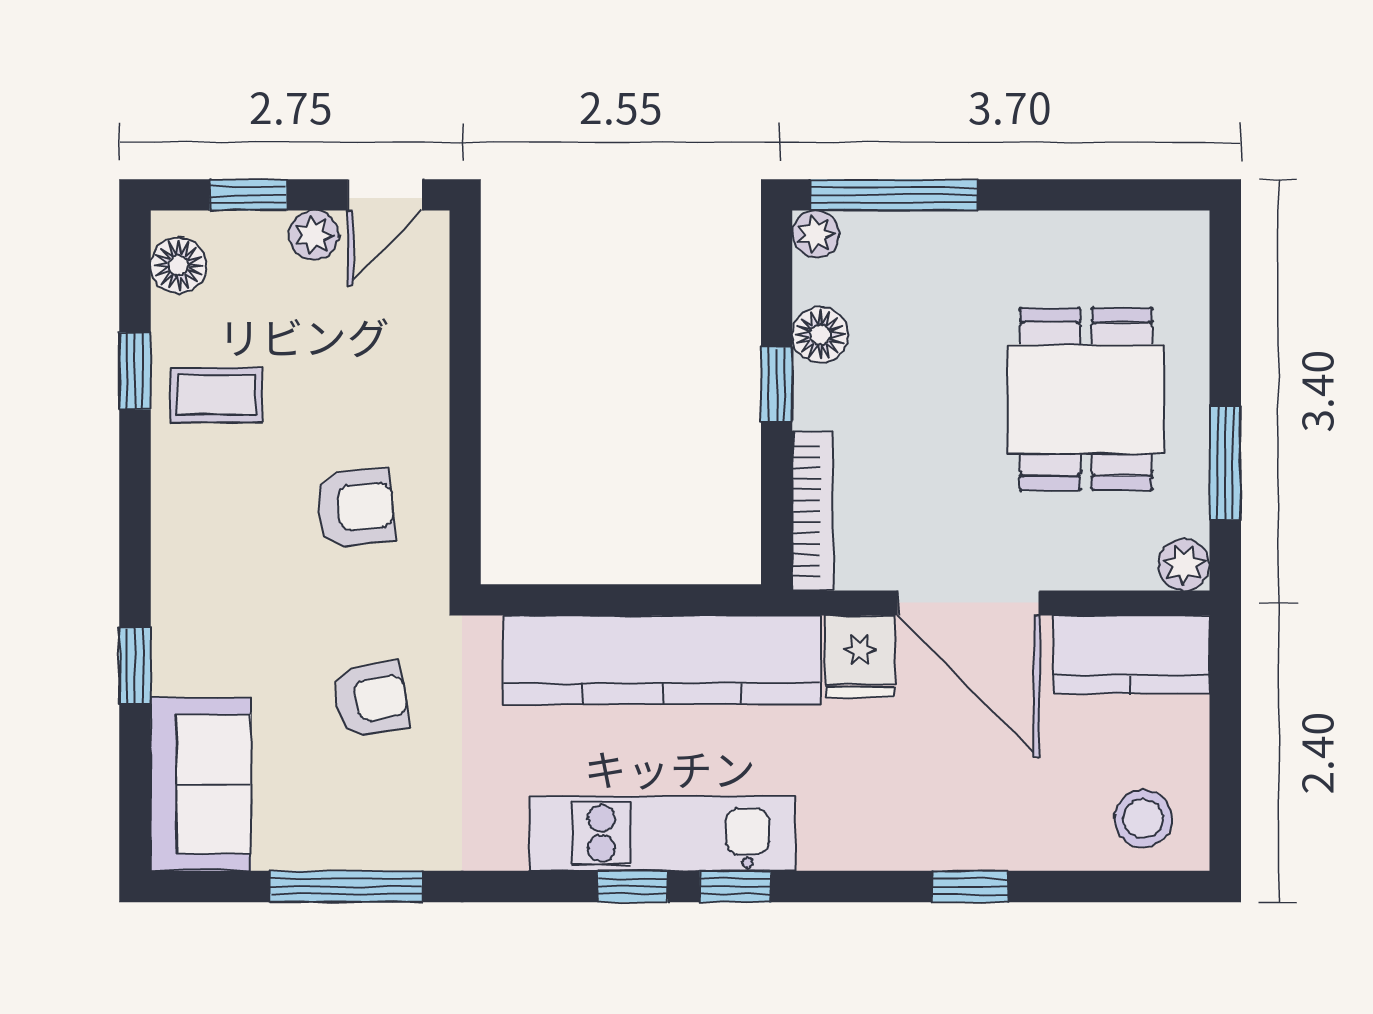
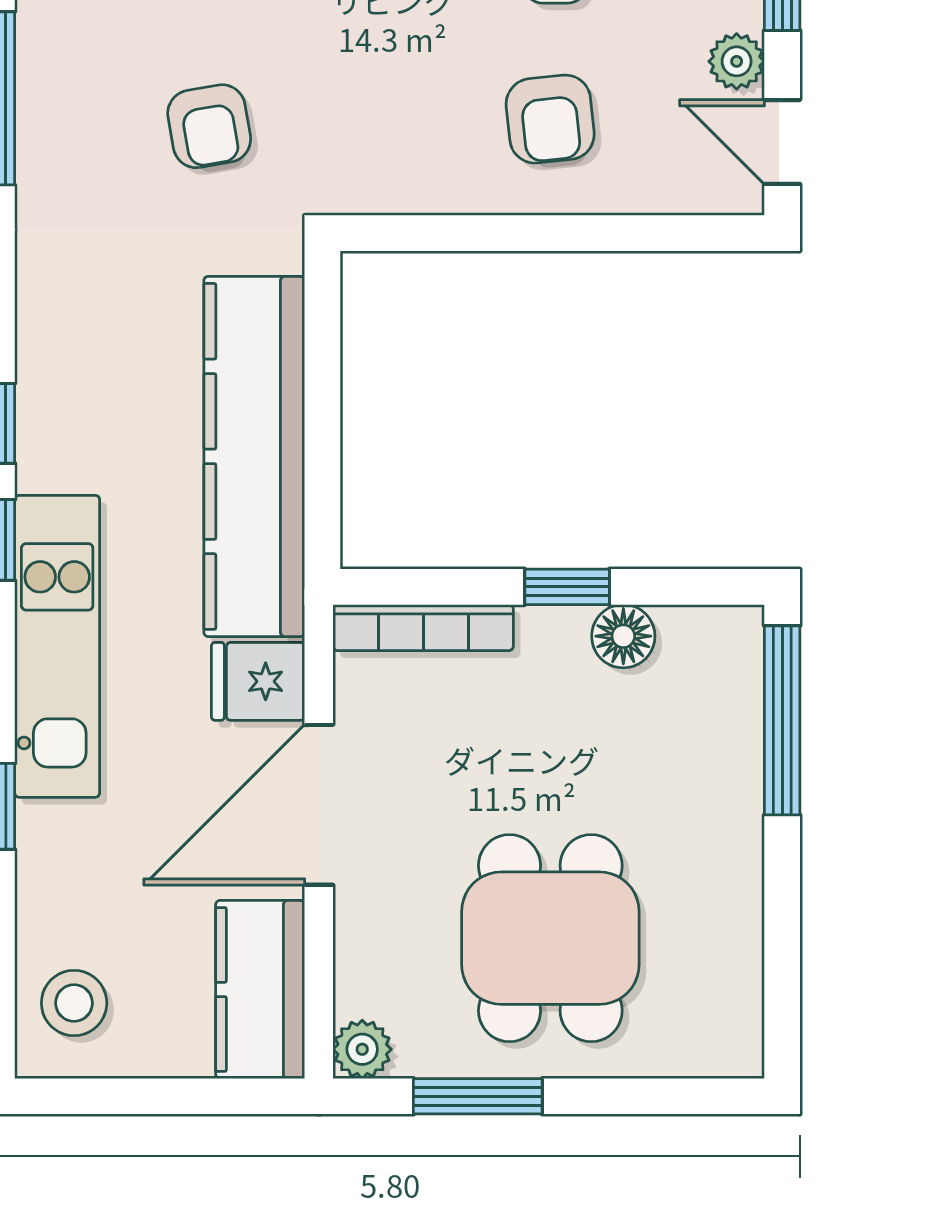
plant: (816, 234) -> (738, 631), removed
dining table: (1086, 399) -> (550, 938), turned 90
armchair: (355, 508) -> (550, 119), moved
kitchen unit: (662, 833) -> (57, 646), moved

